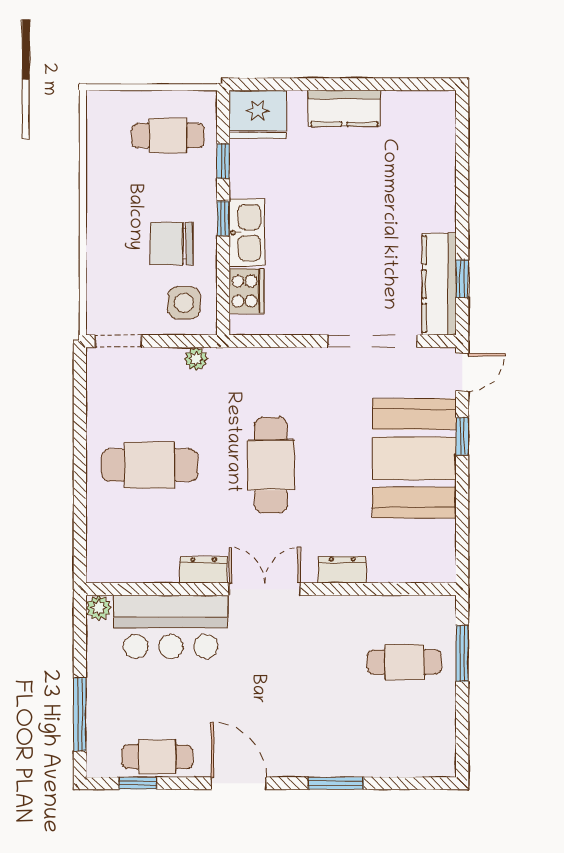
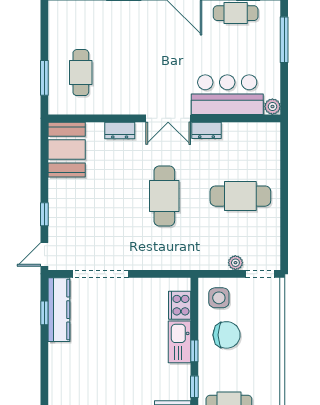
plant: (196, 359) -> (235, 263), moved
booth: (414, 458) -> (67, 150), moved, width x0.73, depth x0.70
cafe table: (404, 662) -> (81, 73), turned 90

